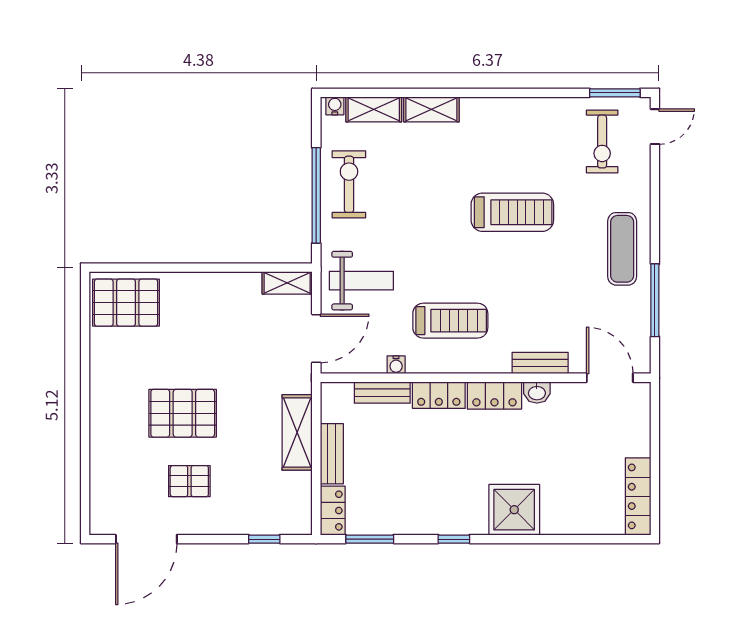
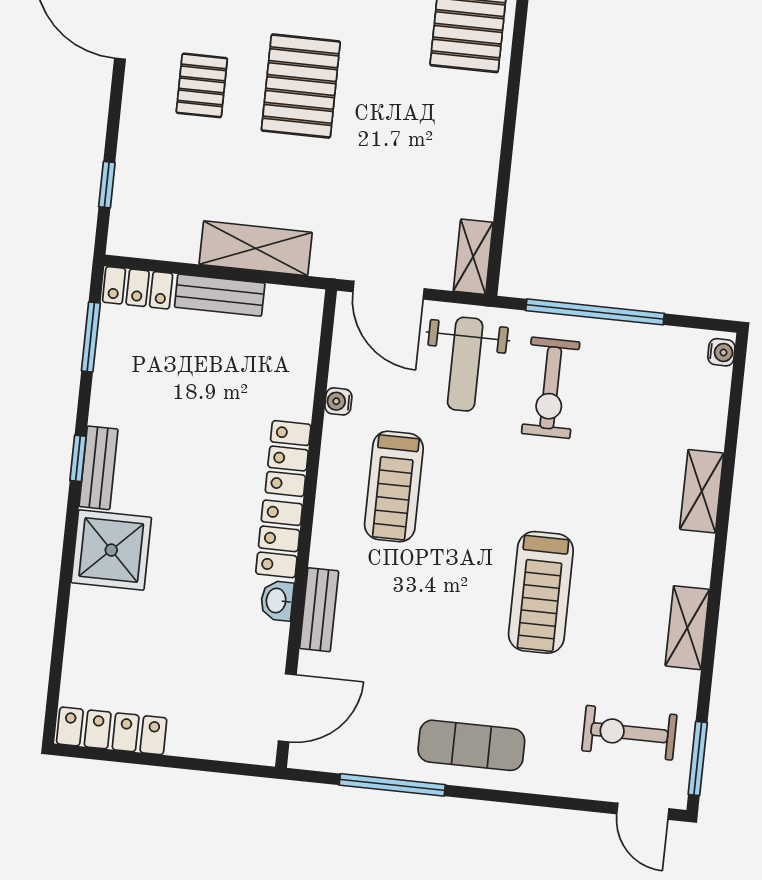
shelving: (374, 109) -> (687, 628), moved
exercise bike: (349, 184) -> (551, 388), moved, turned 90
bench: (382, 392) -> (98, 468), moved

